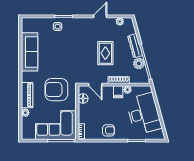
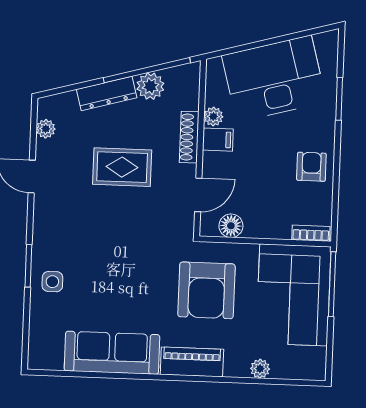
piano: (27, 95) -> (192, 362), moved

